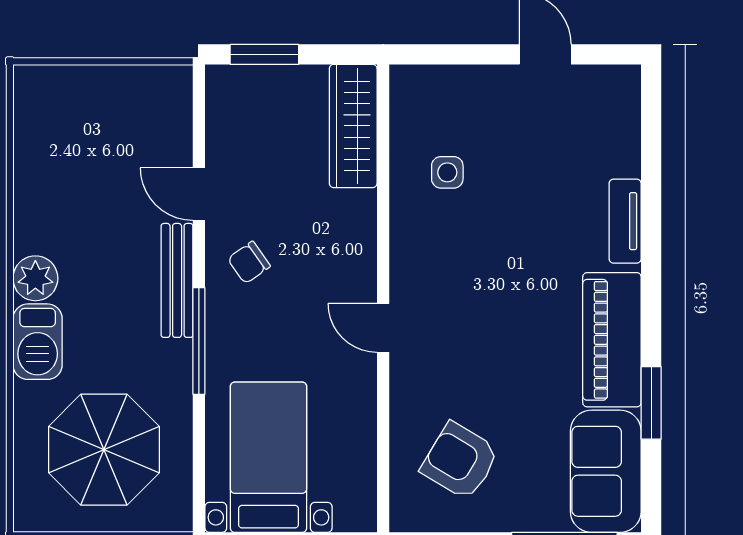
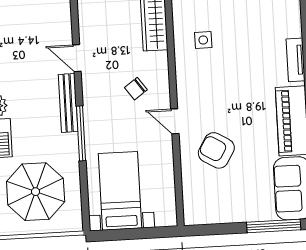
chair: (249, 262) -> (136, 89), moved
armchair: (460, 461) -> (216, 150), moved

